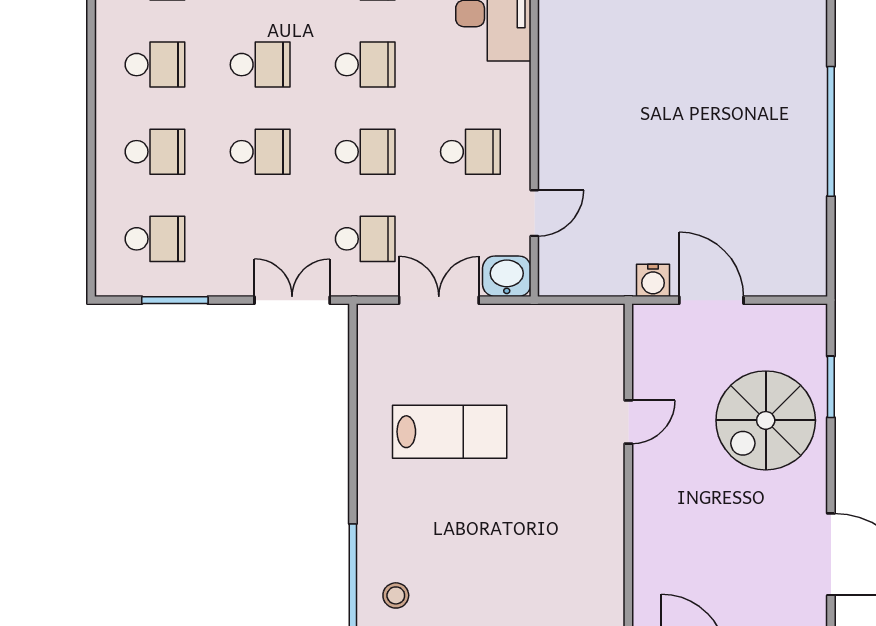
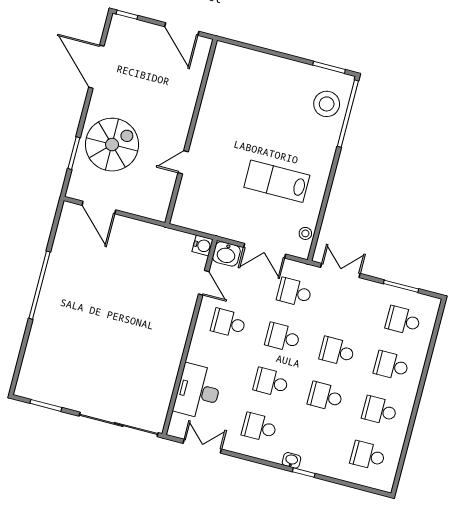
door: (534, 213) -> (204, 283), swing flipped
water cooler: (653, 280) -> (203, 245), moved, turned 90
double door: (292, 300) -> (340, 270), swing flipped
door: (711, 300) -> (99, 208), moved
stool: (373, 351) -> (305, 233), added
stool: (396, 595) -> (327, 104), width x1.89, depth x1.89

